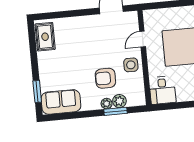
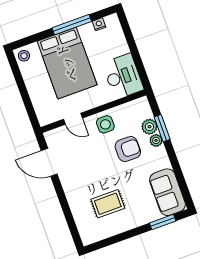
rug: (45, 37) -> (108, 204), moved
armchair: (105, 78) -> (128, 149), turned -90
desk: (162, 90) -> (123, 76), width x1.37

